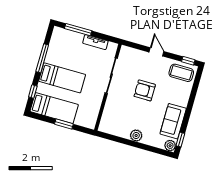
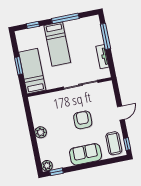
bed: (54, 108) -> (32, 71), moved, turned 180
sofa: (173, 121) -> (86, 154), moved

